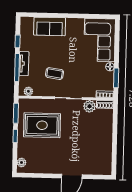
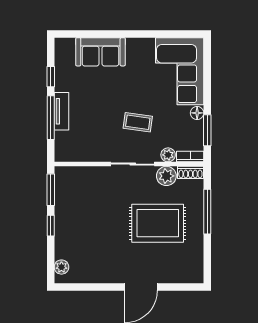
coffee table: (55, 74) -> (138, 122), moved
plant: (28, 91) -> (168, 155), moved
rug: (42, 125) -> (158, 223), moved
window: (115, 130) -> (207, 212), added

